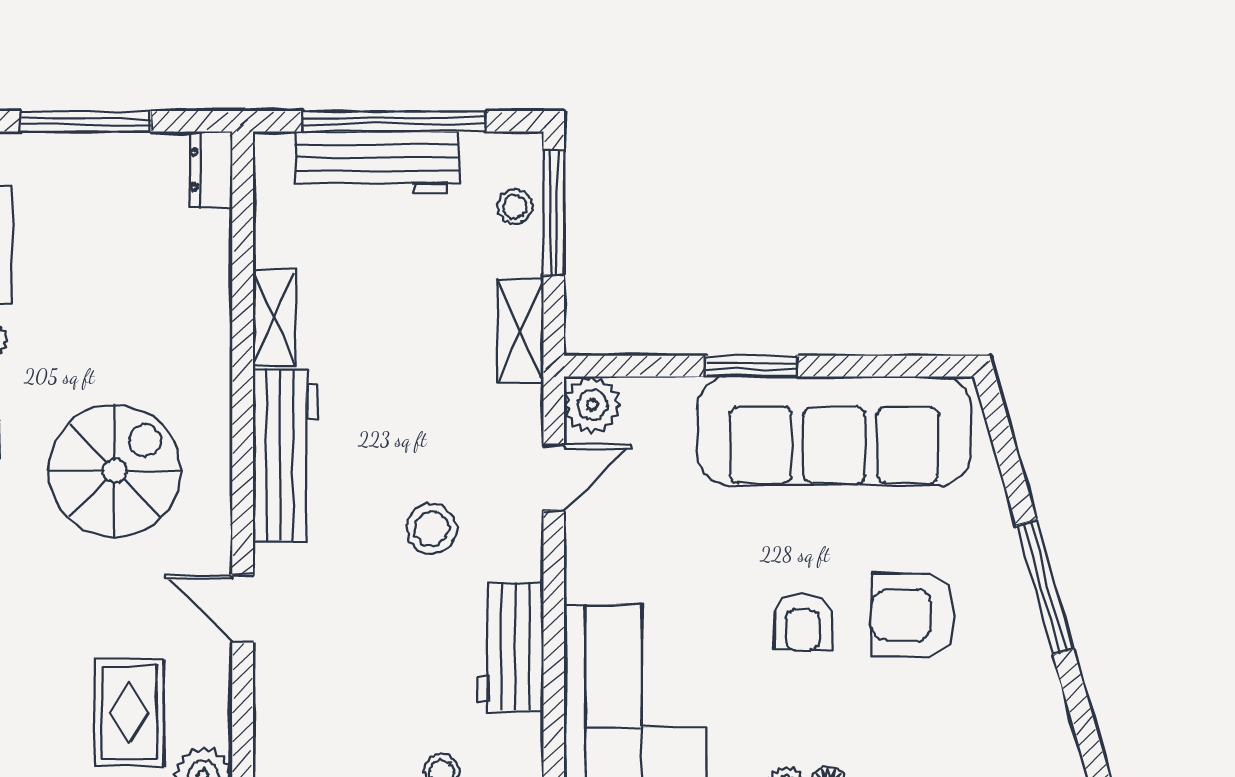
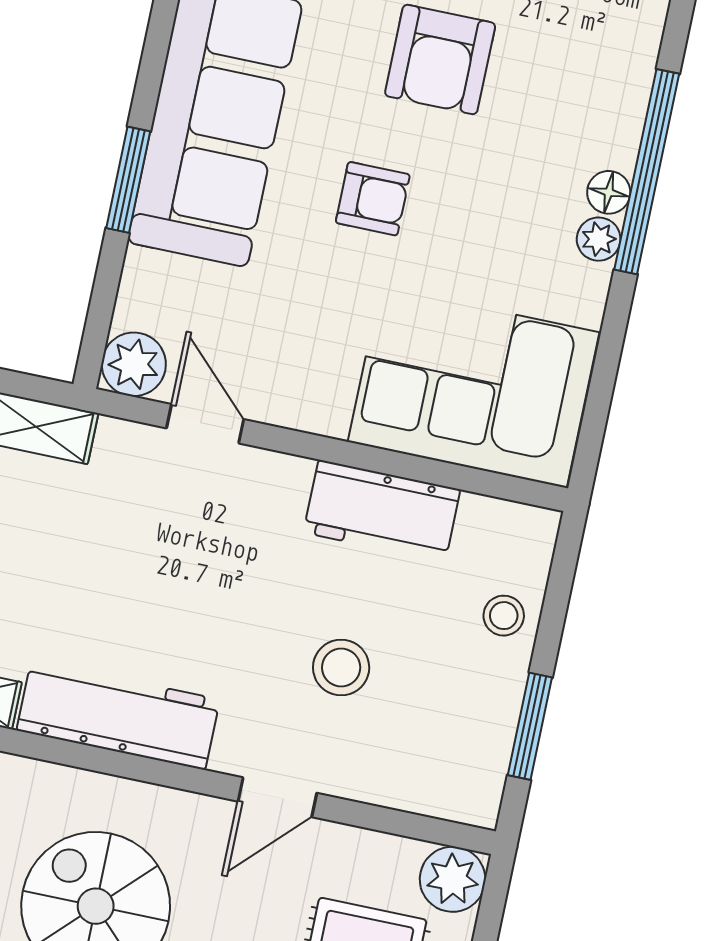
stool: (431, 529) -> (341, 668), moved
armchair: (803, 622) -> (373, 199), moved

